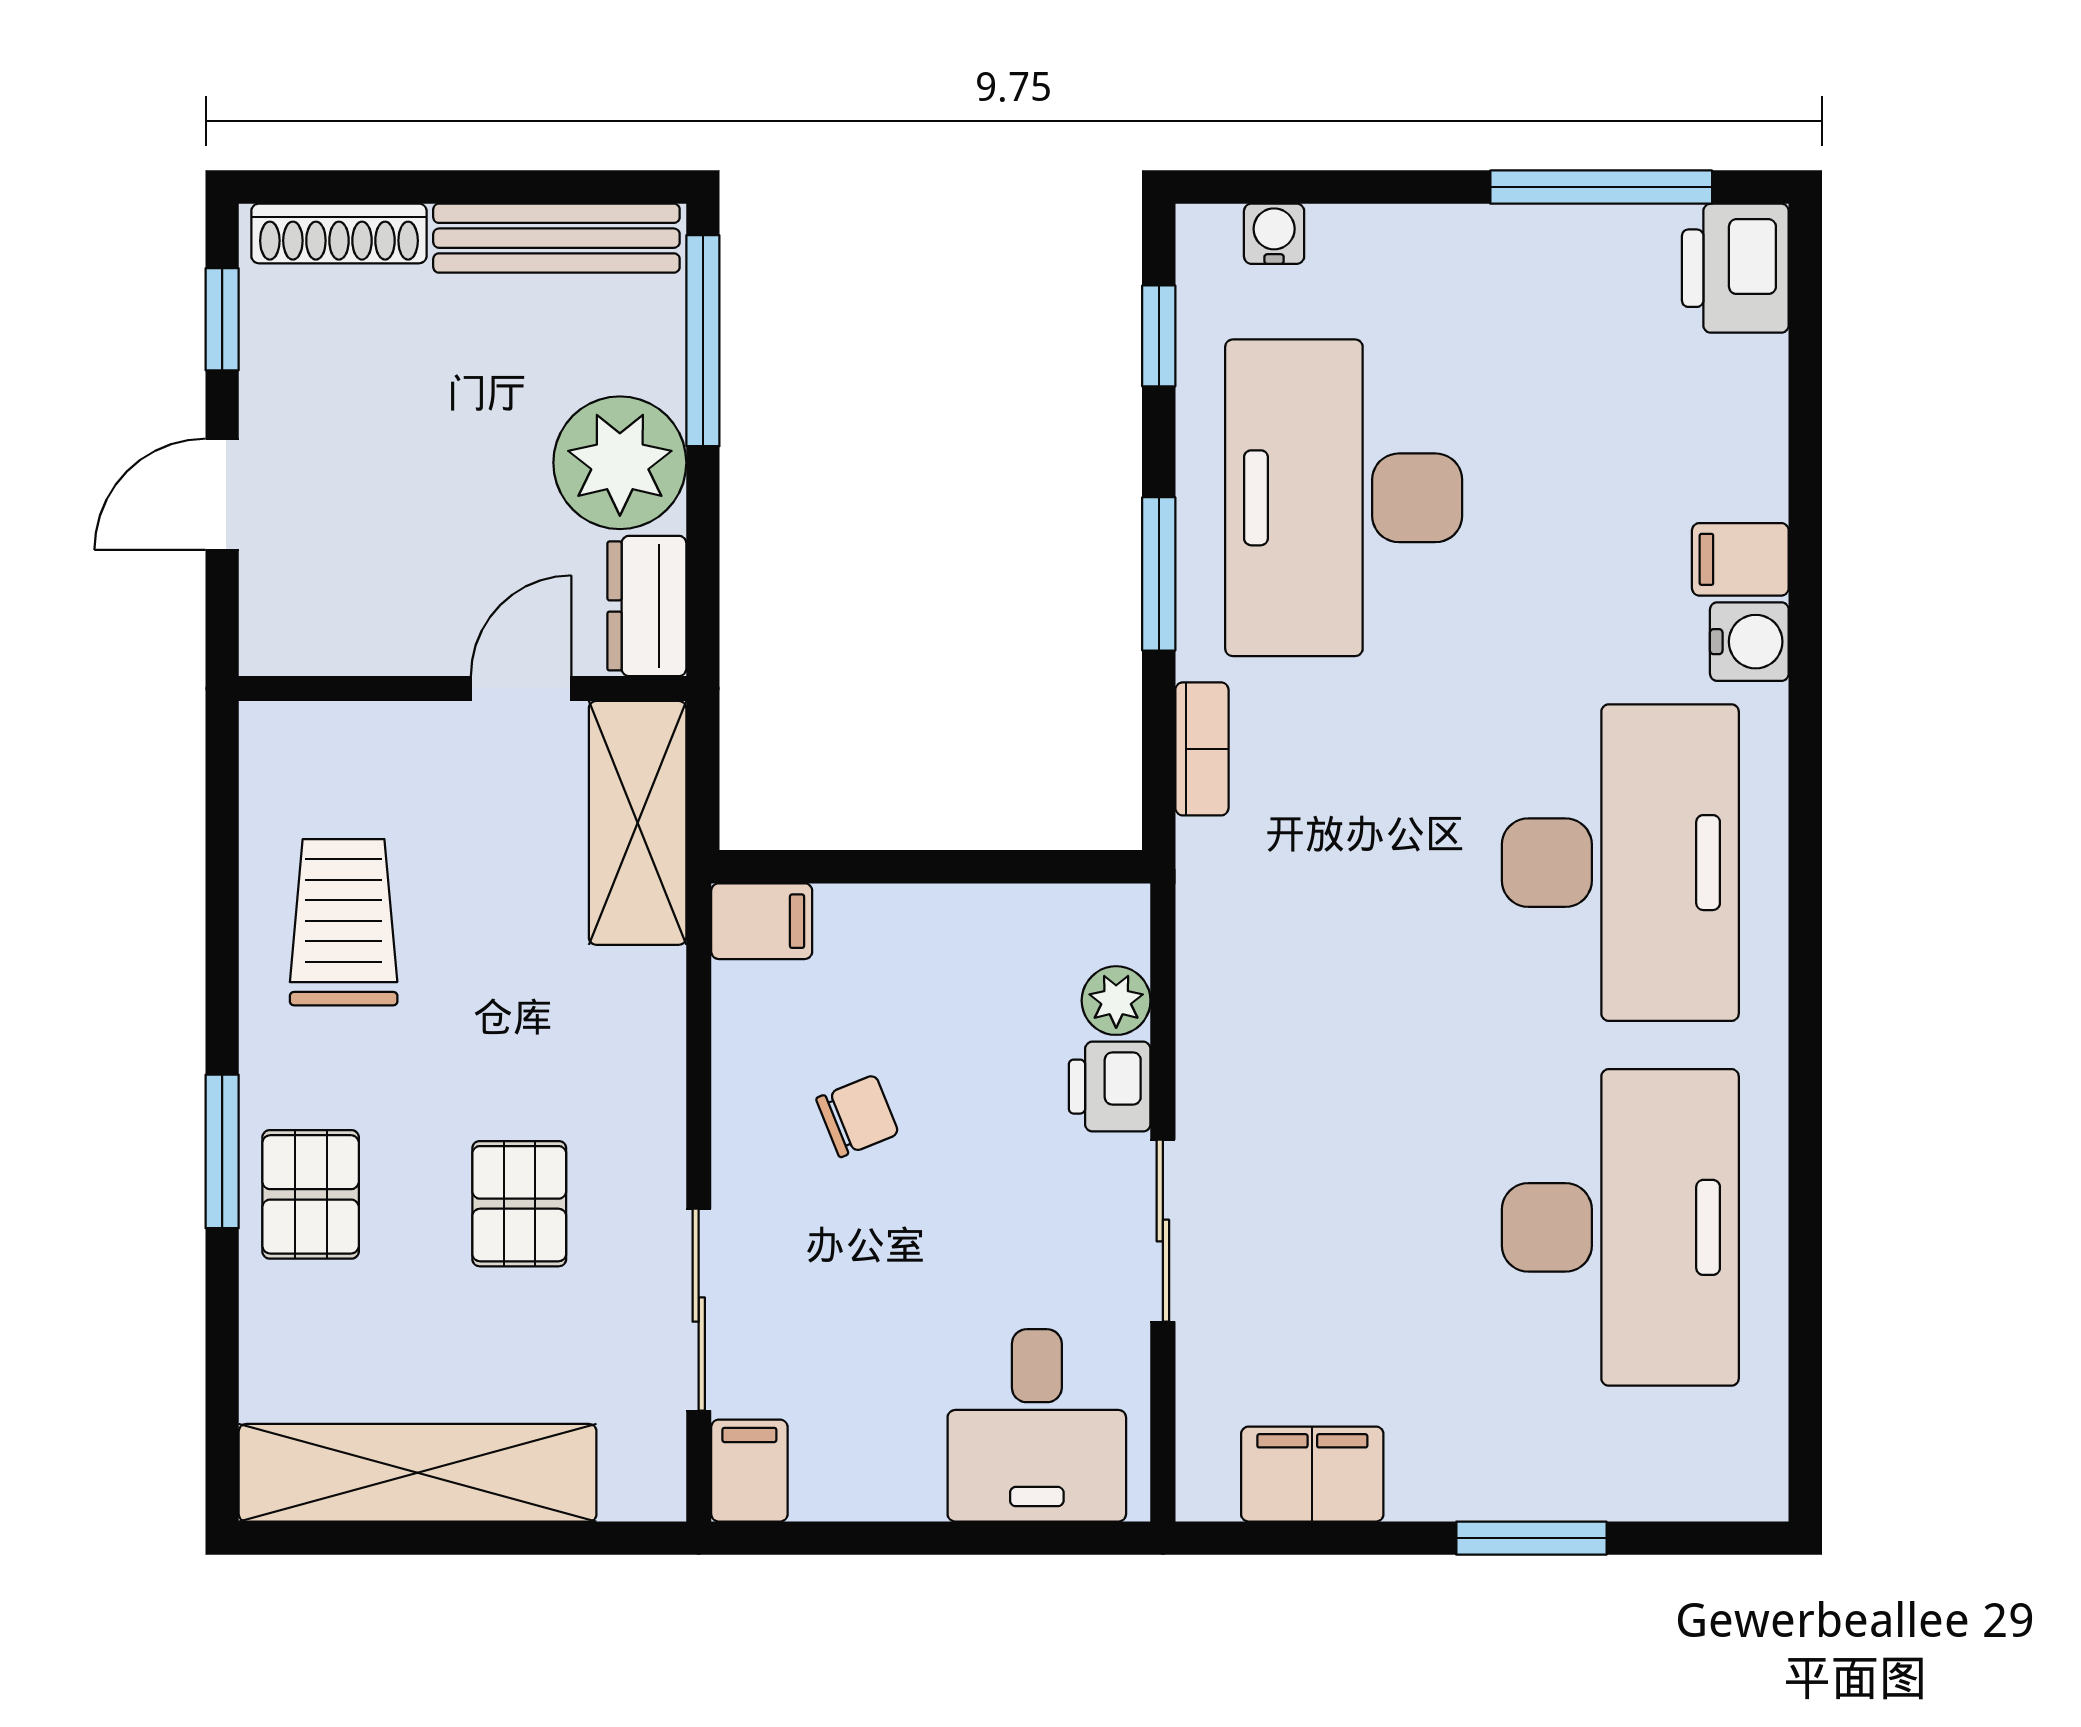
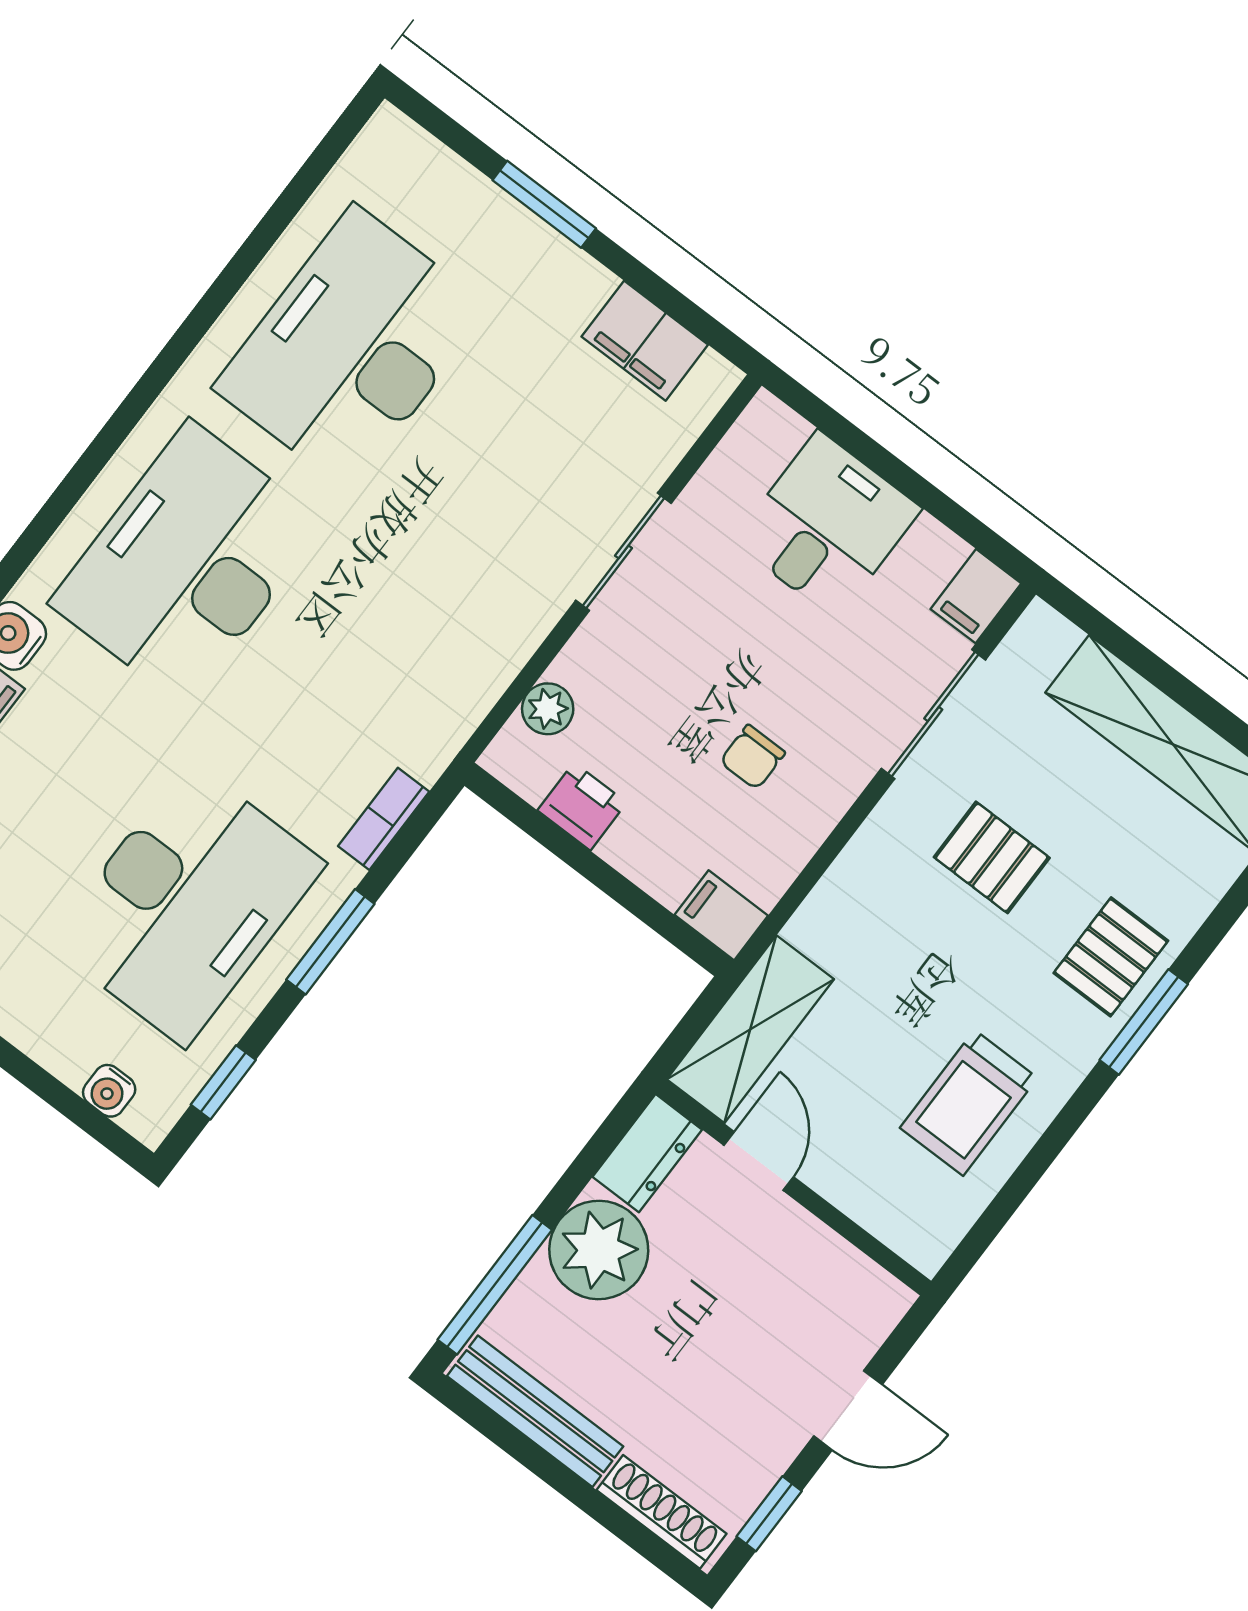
door: (521, 689) -> (759, 1161), swing flipped
printer: (1110, 1087) -> (582, 806), moved, turned -90
chair: (857, 1116) -> (752, 757), turned -68
pallet: (519, 1204) -> (992, 857), turned 90
desk: (1037, 1425) -> (827, 525), moved

